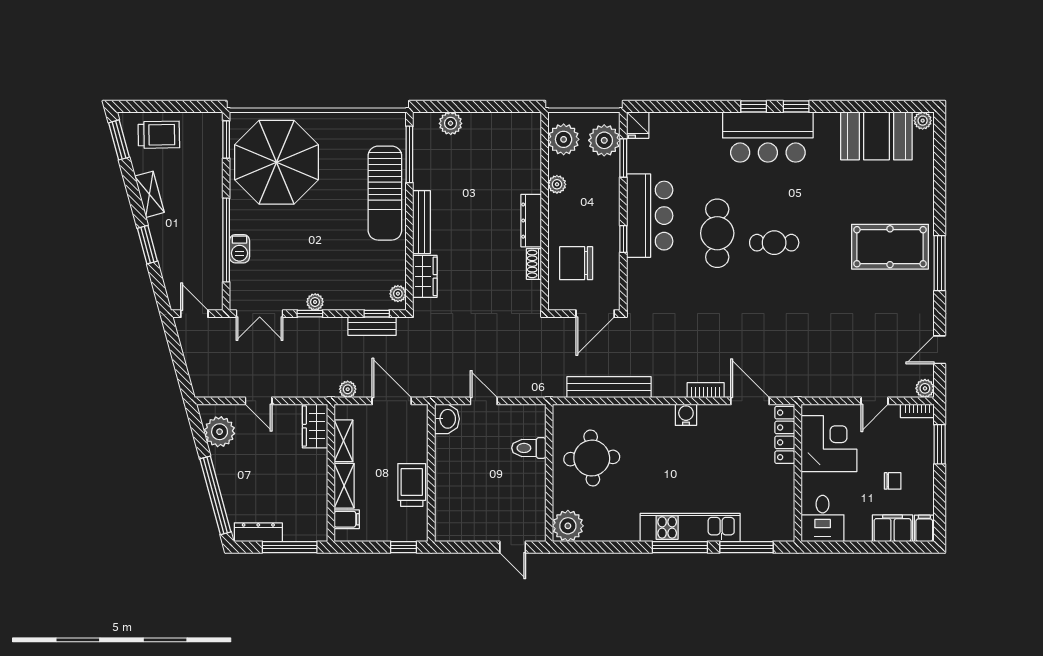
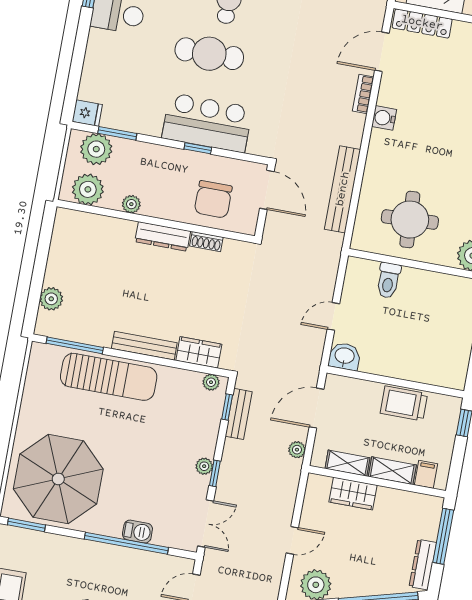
bar counter: (650, 216) -> (207, 123), moved
wardrobe: (315, 426) -> (353, 494), moved

